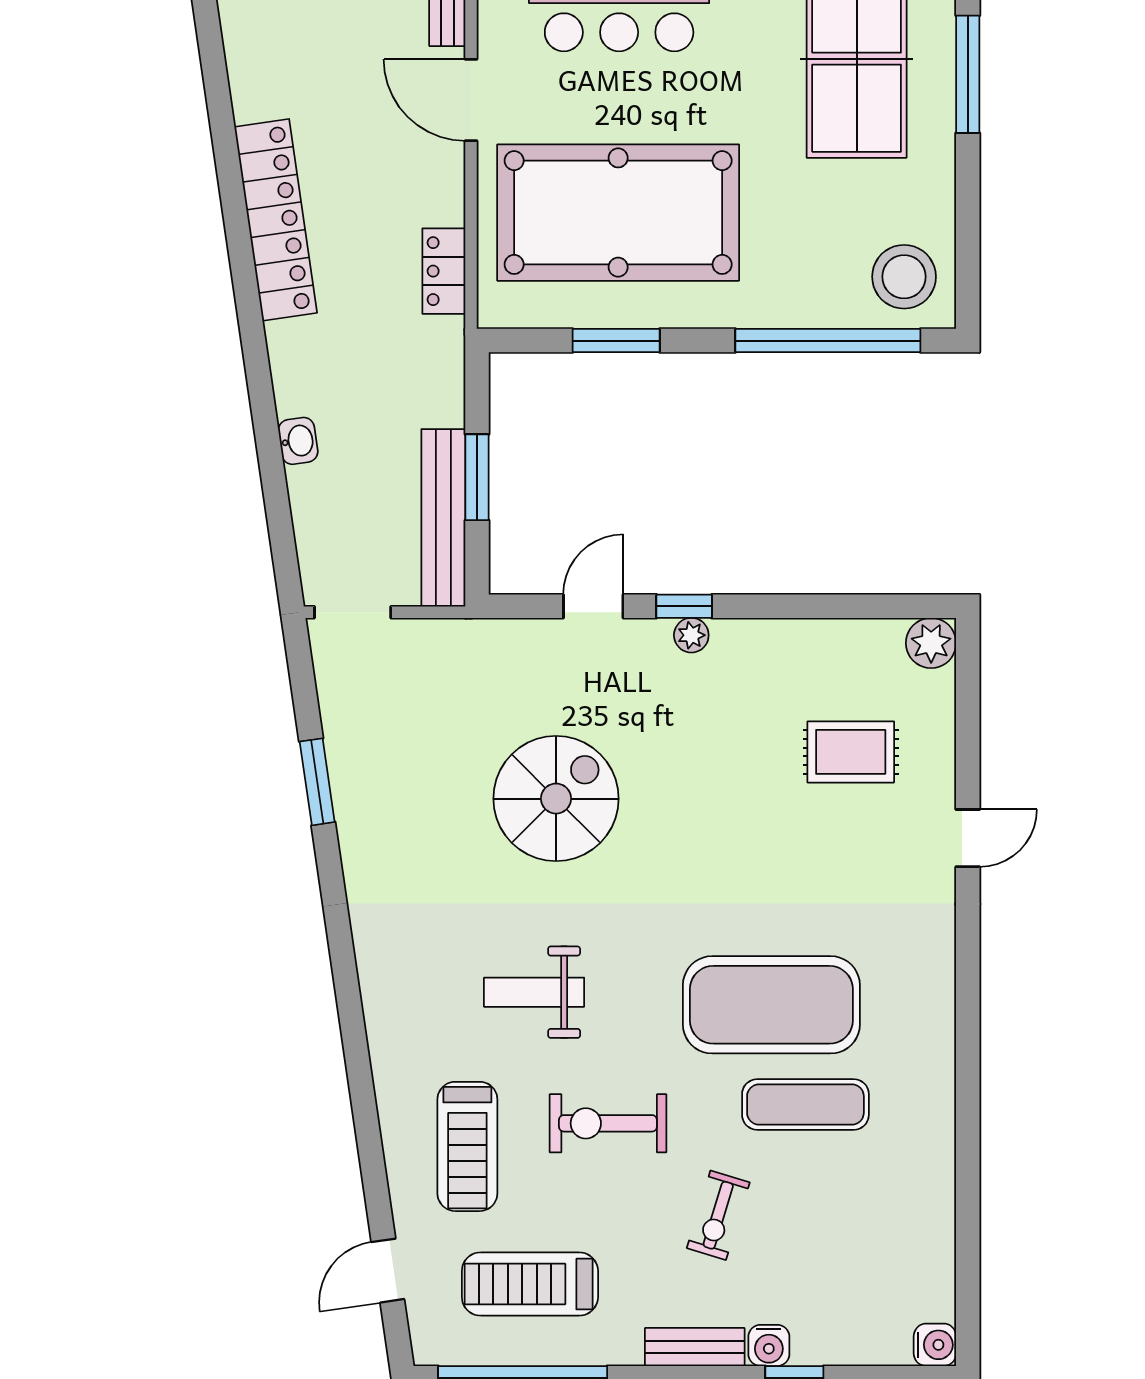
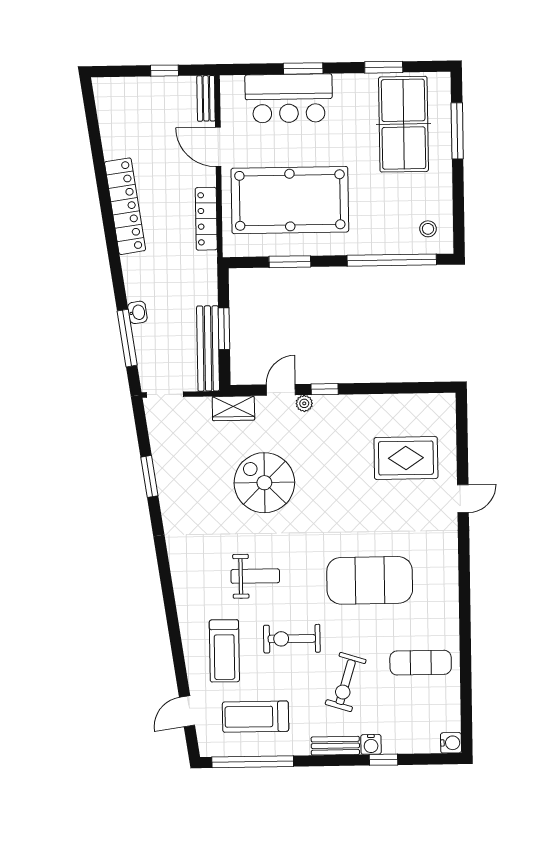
locker: (444, 271) -> (206, 219), width x1.53
stool: (904, 277) -> (428, 229), width x0.53, depth x0.53
window: (276, 494) -> (127, 338), added
plant: (691, 635) -> (304, 403), moved
wardrobe: (494, 643) -> (233, 408), added
plant: (931, 643) -> (444, 405), removed
rug: (851, 752) -> (406, 458), width x1.36, depth x1.43
spiral stairs: (556, 799) -> (264, 483), turned -90
weight bench: (534, 992) -> (255, 576), turned 180
exercise mat: (805, 1104) -> (421, 663), moved
exercise bike: (718, 1215) -> (346, 682), width x1.38, depth x1.39

